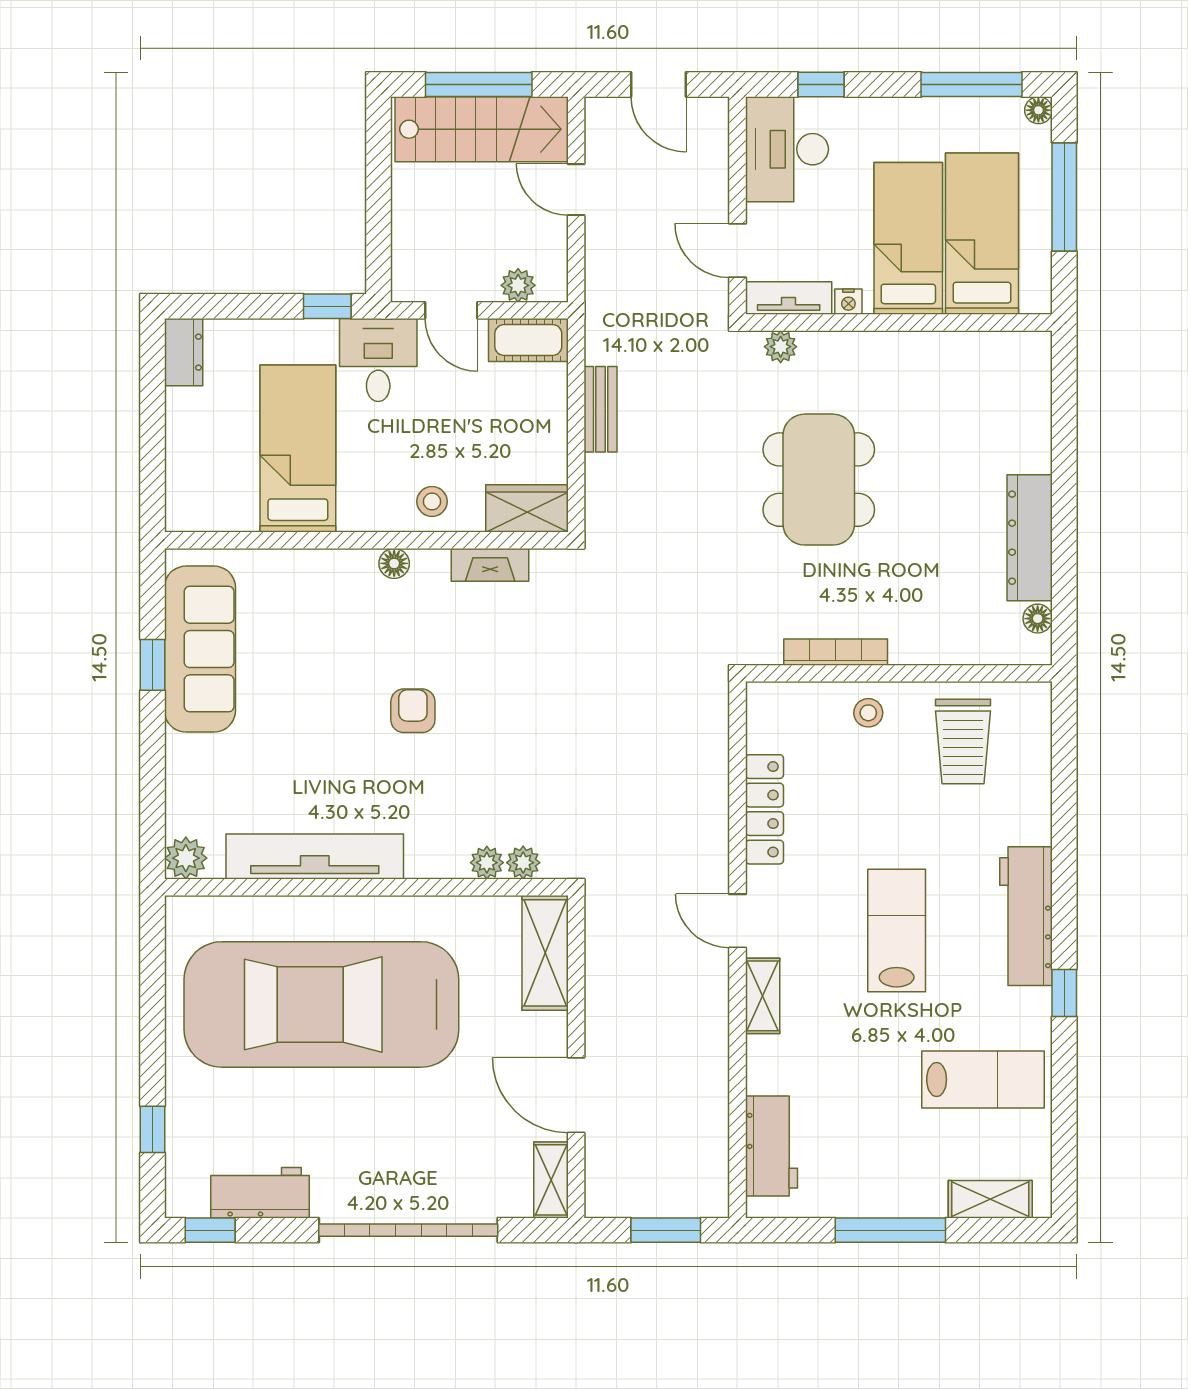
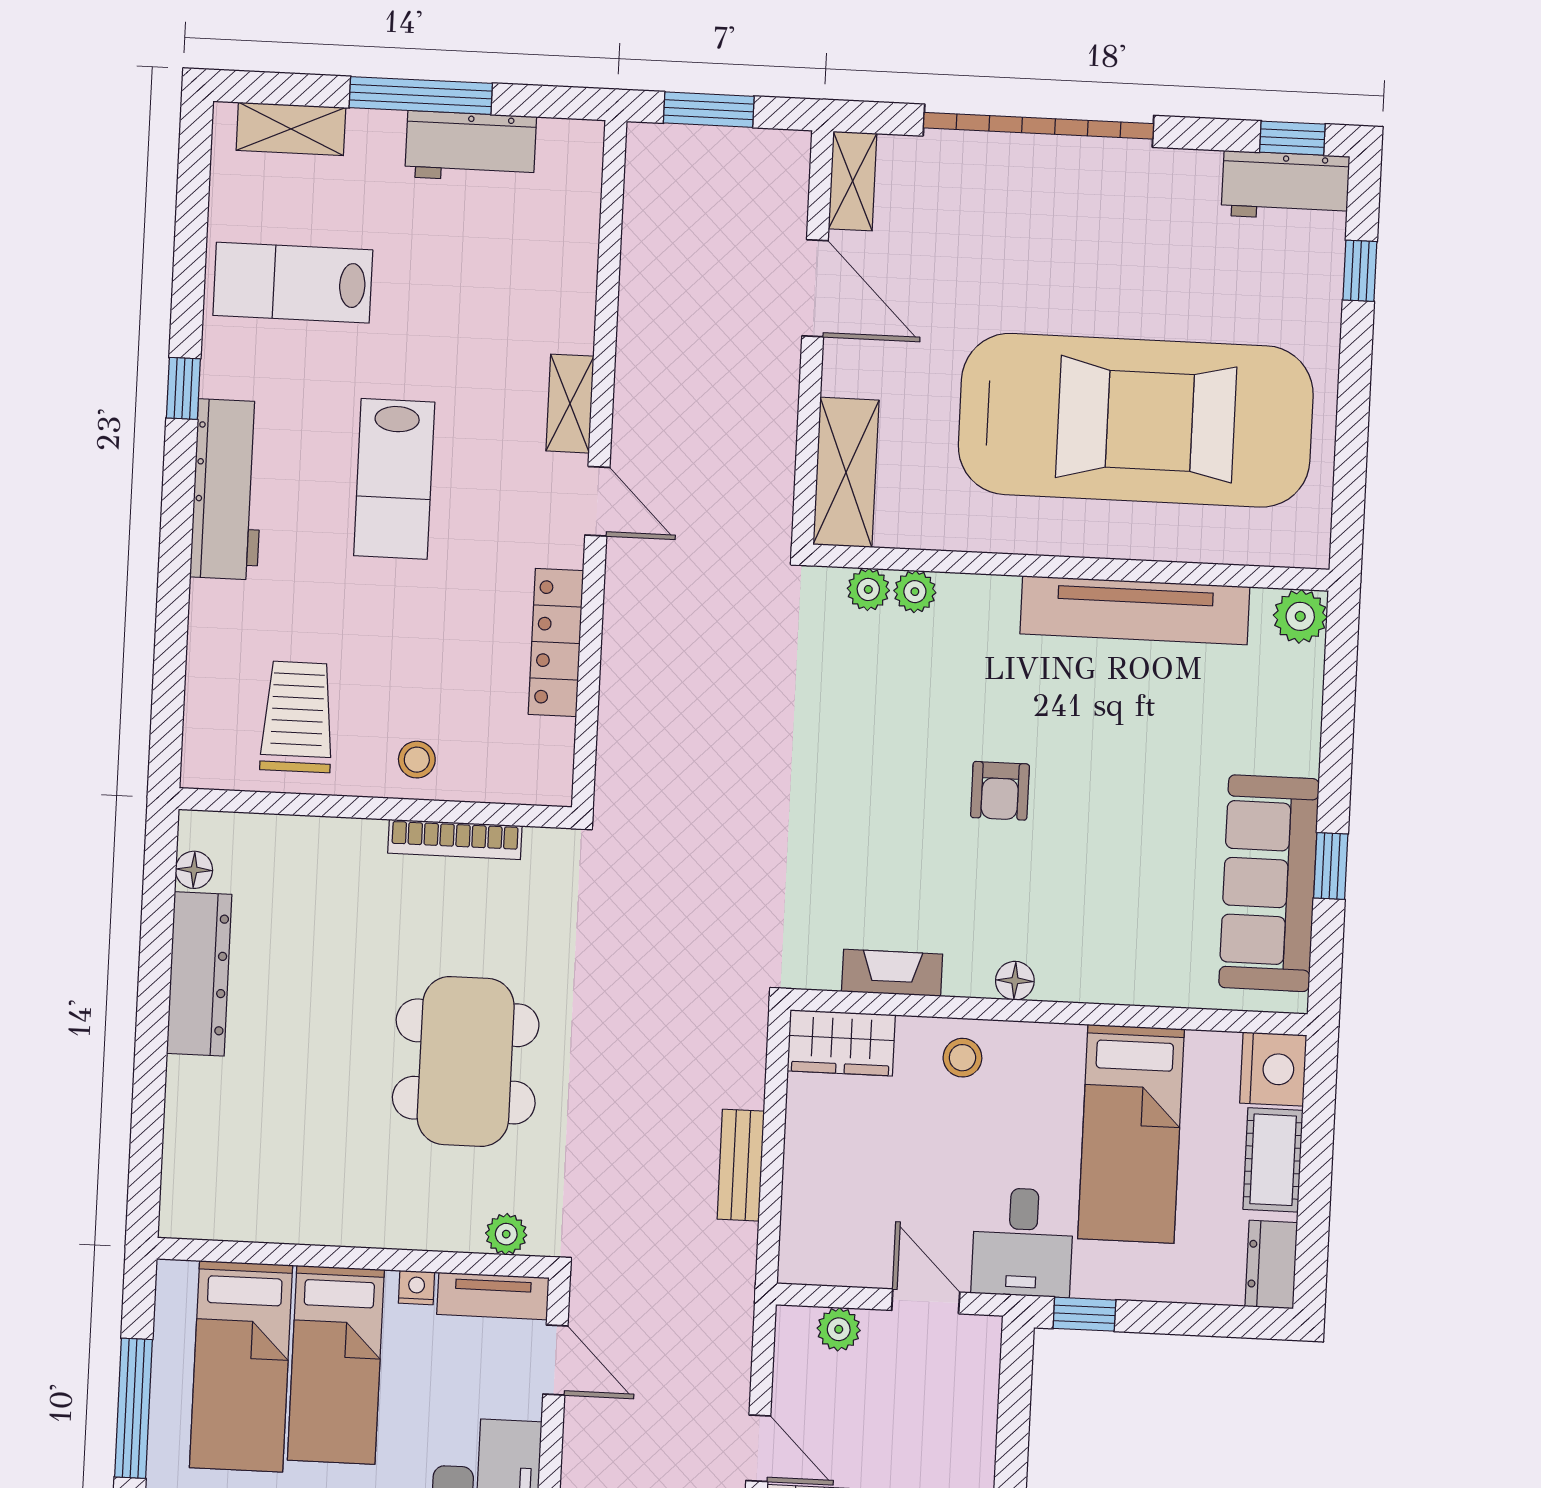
cot: (528, 340) -> (1273, 1160), moved, turned 90
nightstand: (190, 504) -> (1273, 1069), added
workbench: (771, 1146) -> (471, 147), moved, turned -90
workbench: (260, 1193) -> (1285, 186), moved

